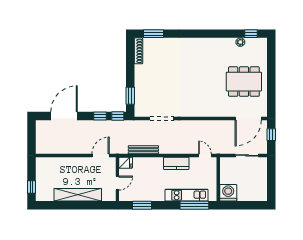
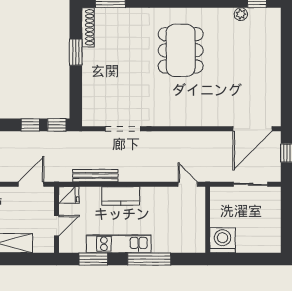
dining table: (244, 82) -> (181, 50), moved, turned 90
window: (130, 96) -> (76, 52), moved
kitchen counter: (176, 163) -> (121, 196), moved
kitchen unit: (186, 195) -> (119, 244), moved
window: (194, 205) -> (149, 259), moved

